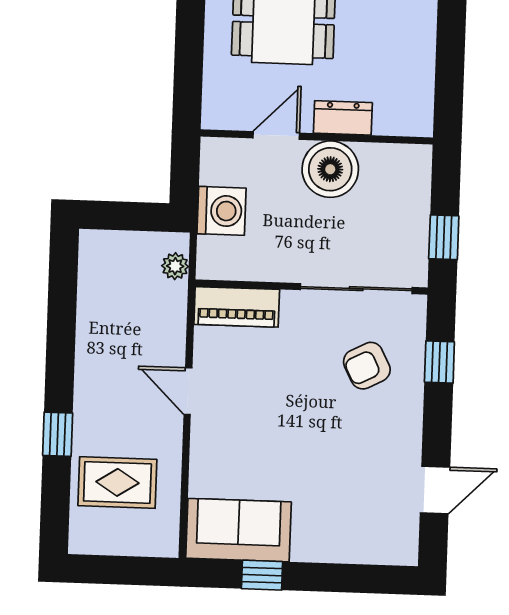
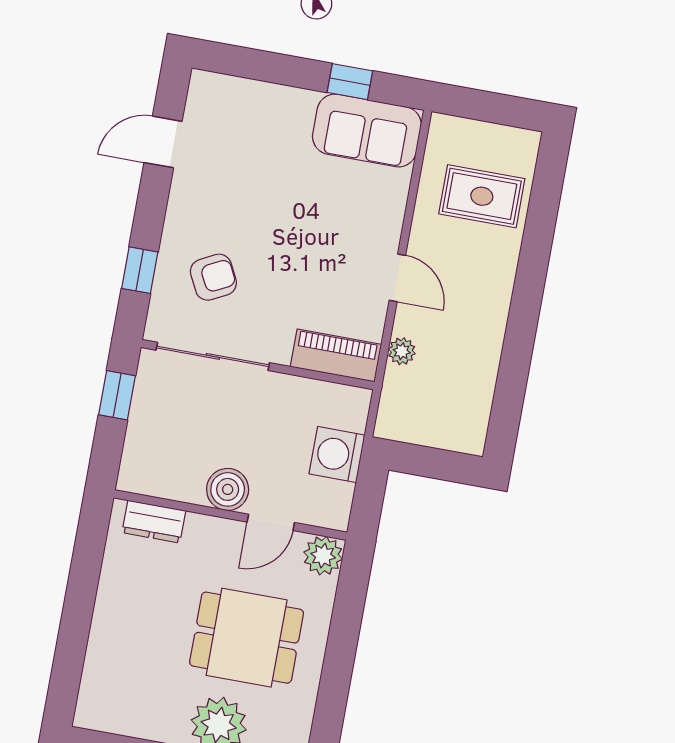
plant: (221, 111) -> (323, 556), added
dresser: (343, 118) -> (154, 522), moved
boiler: (330, 169) -> (228, 489), width x0.73, depth x0.73
plant: (175, 266) -> (402, 351), moved
window: (58, 434) -> (535, 254), removed

